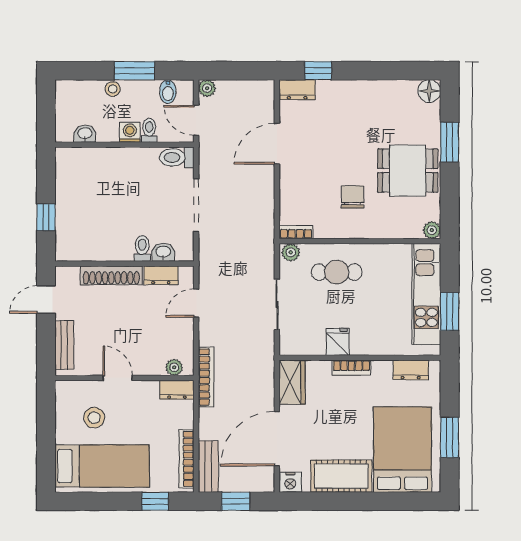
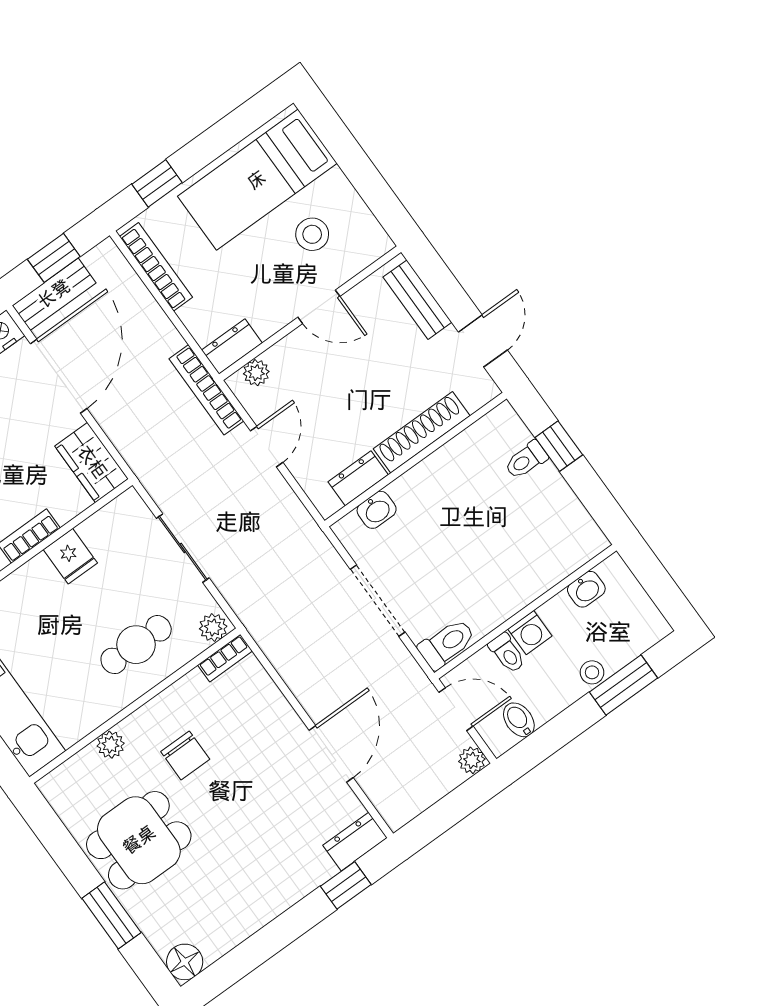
window: (134, 71) -> (624, 685), moved
plant: (432, 230) -> (111, 745), moved
toilet: (142, 248) -> (526, 460), moved, turned 90
door: (196, 303) -> (267, 447), moved
bench: (208, 467) -> (54, 294), moved, turned 90

